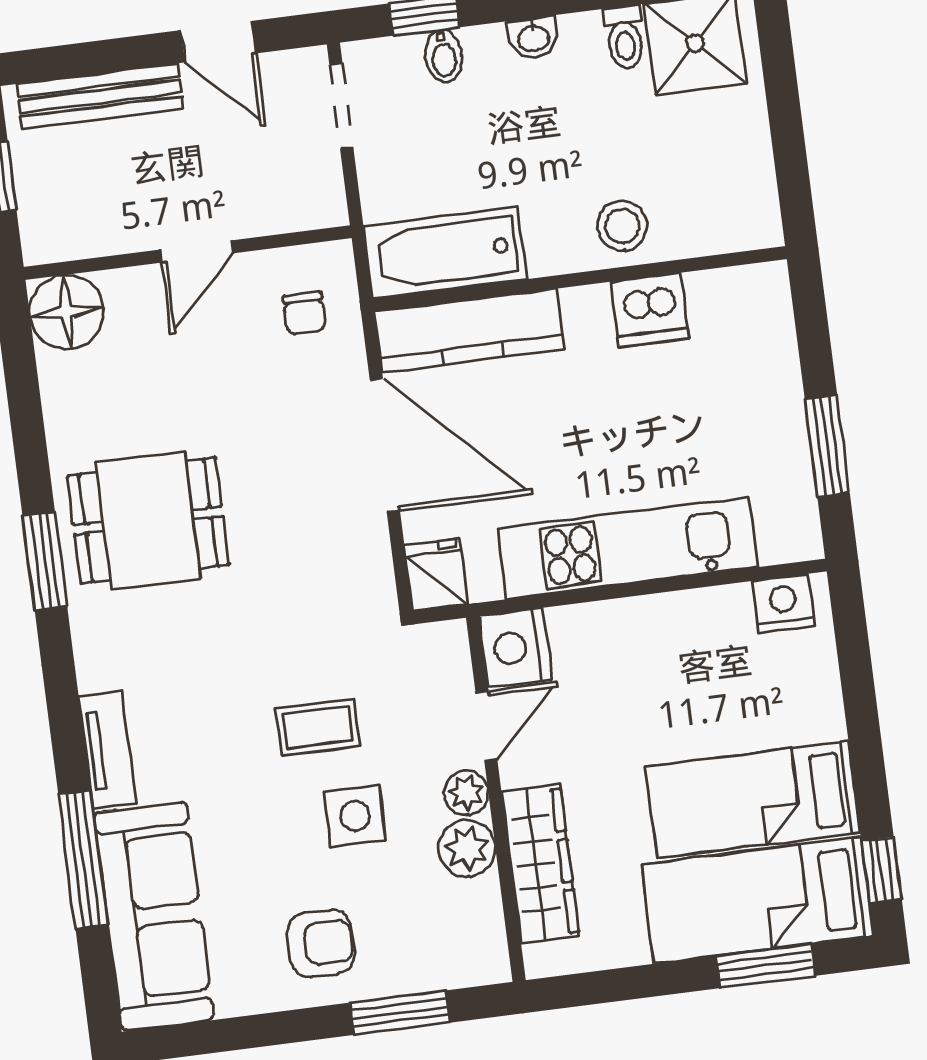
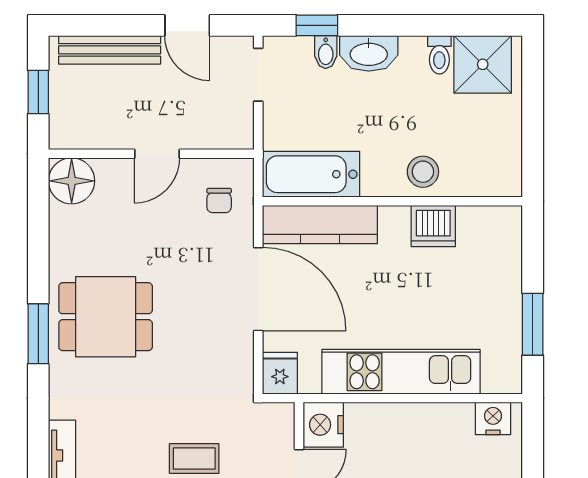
washbasin: (533, 38) -> (369, 53), width x1.91, depth x1.45

